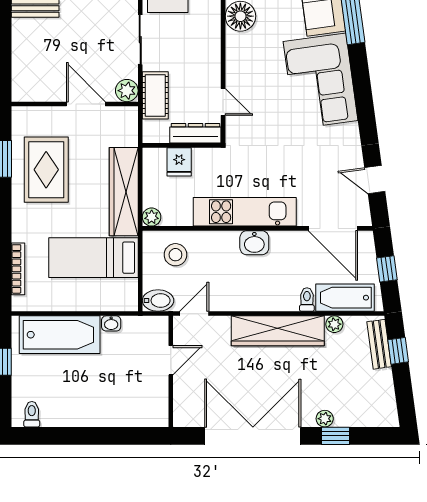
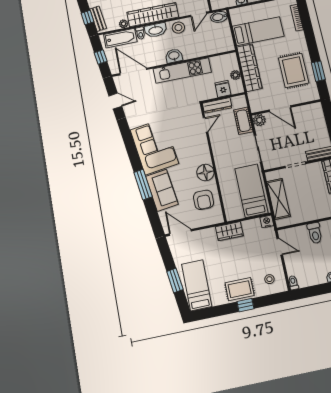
door: (223, 102) -> (206, 125), swing flipped
plant: (152, 217) -> (235, 75), moved
stool: (175, 255) -> (178, 28), moved
washbasin: (278, 299) -> (156, 30), added

